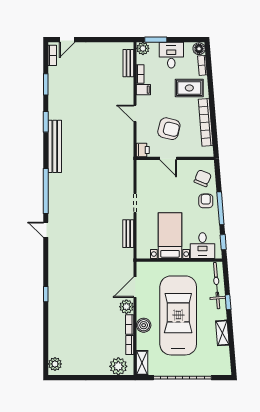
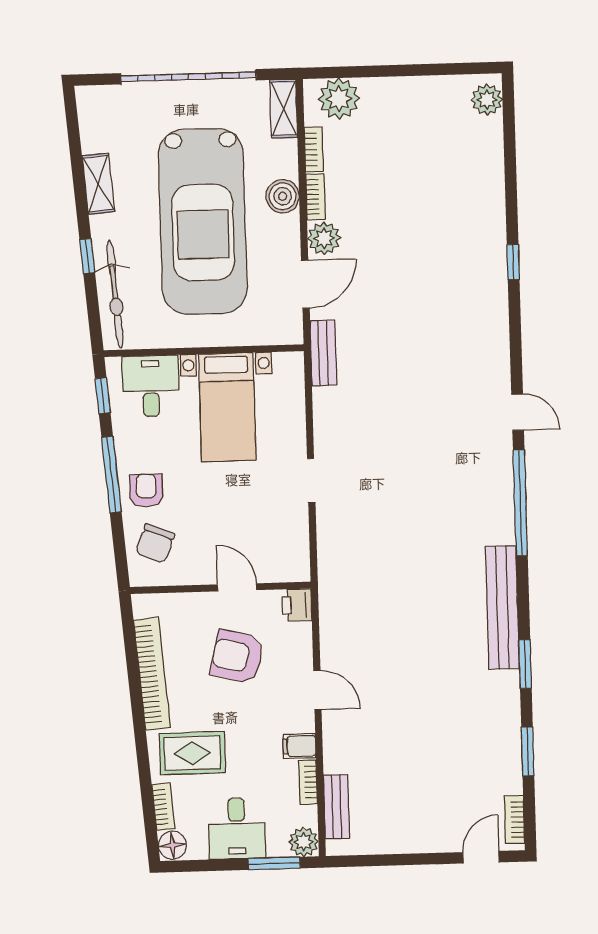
armchair: (206, 201) -> (146, 491), turned 180
bench: (128, 234) -> (323, 353), moved

